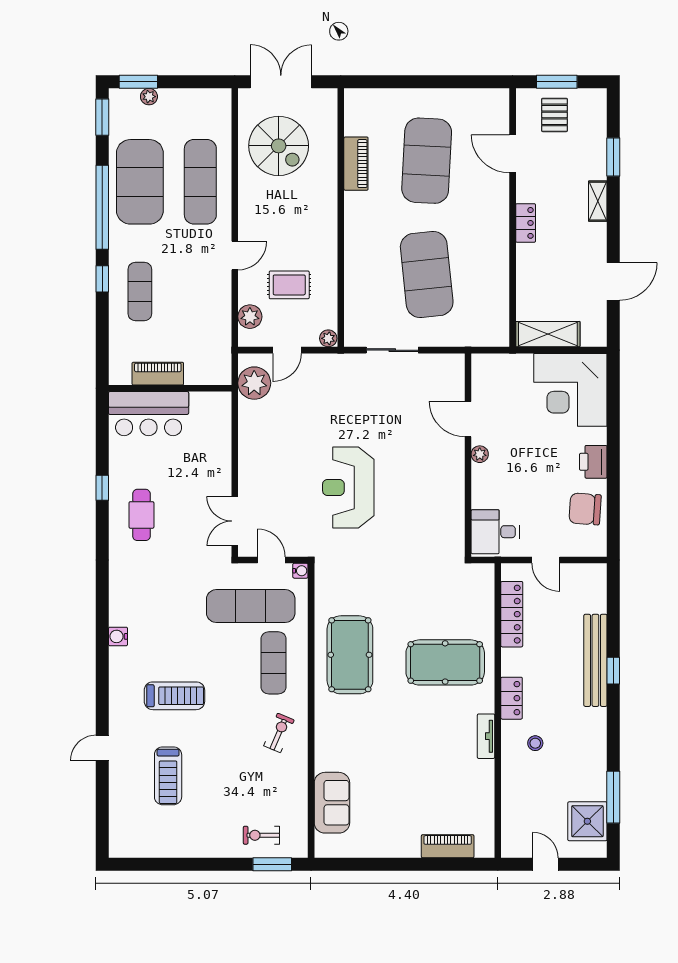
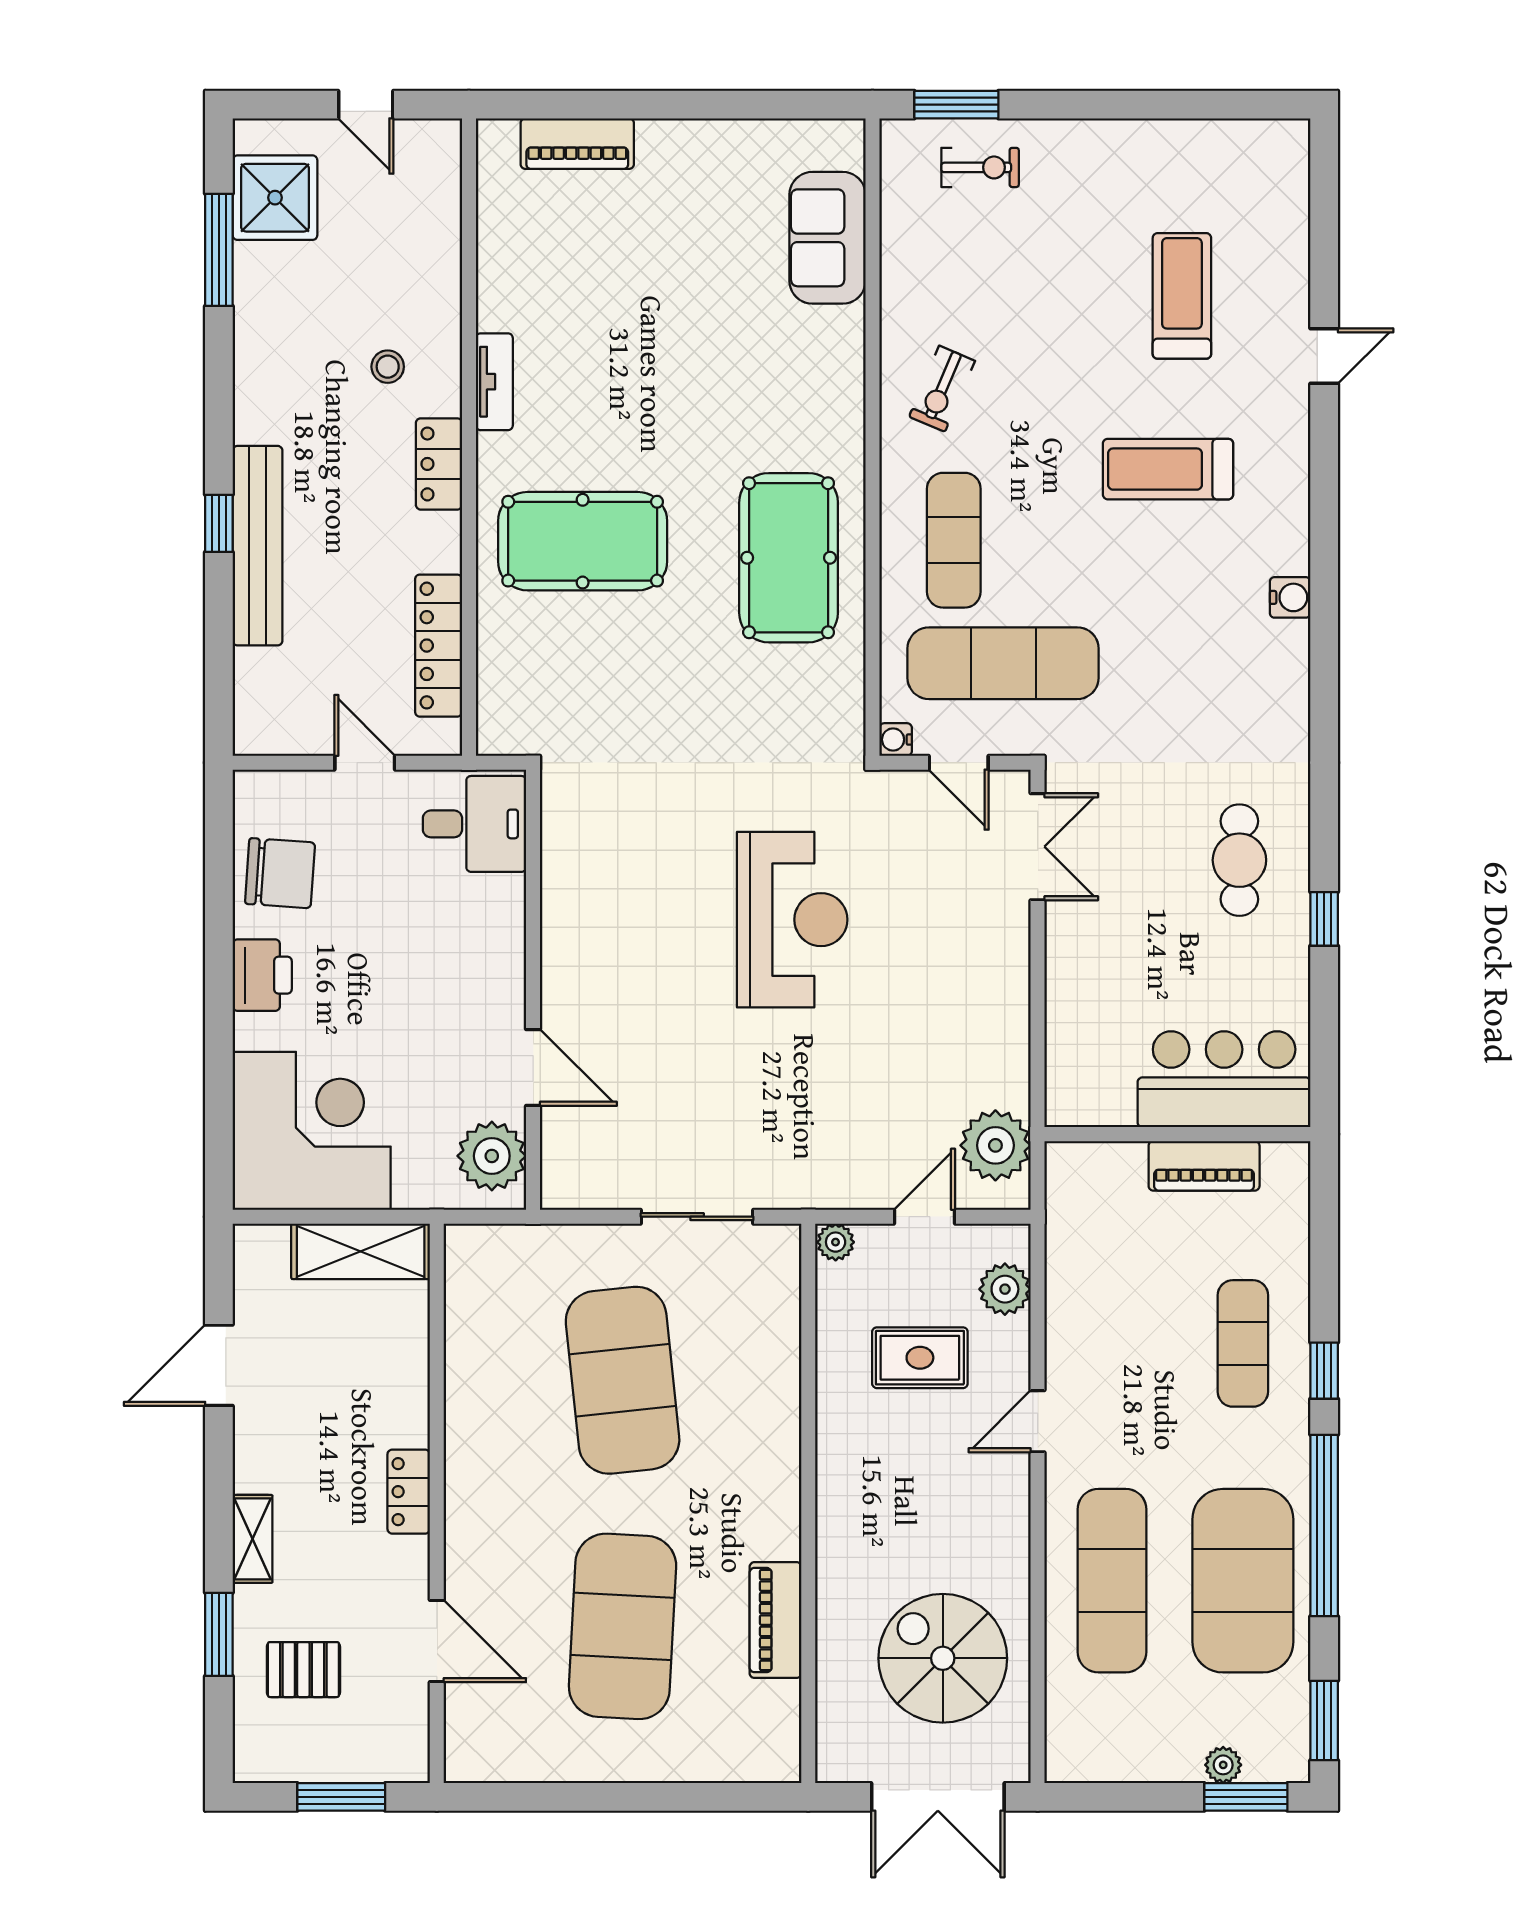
pallet: (555, 115) -> (303, 1670), moved, turned 90
plant: (480, 454) -> (492, 1156), moved, width x1.88, depth x1.88

